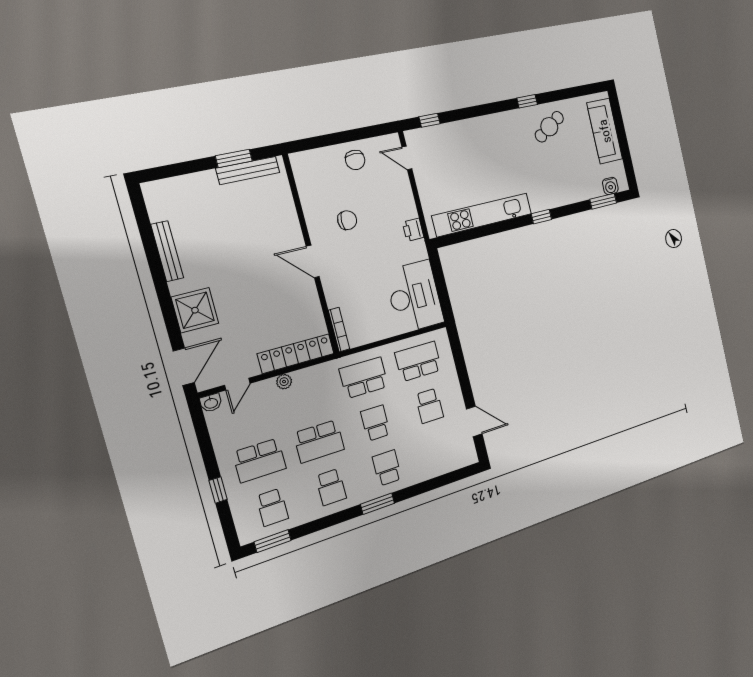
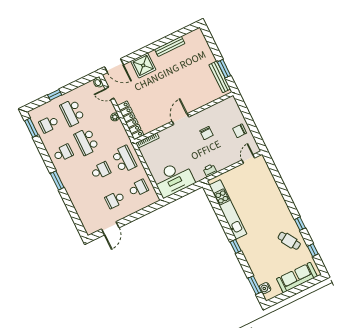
window: (430, 120) -> (313, 250), moved
school desk: (418, 361) -> (138, 188), width x0.54
school desk: (387, 468) -> (77, 182), removed
school desk: (331, 487) -> (63, 153), turned 180

